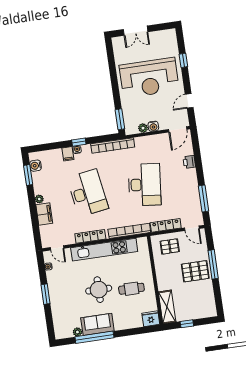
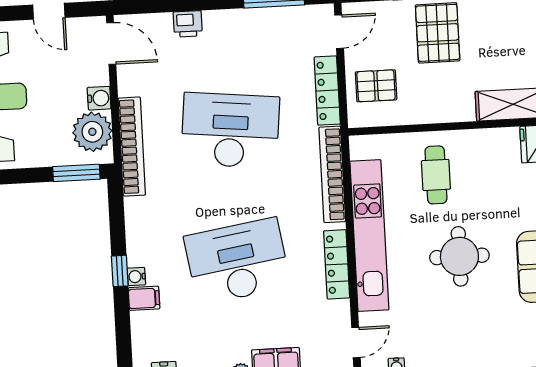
plant: (143, 128) -> (92, 132), width x1.88, depth x1.88
bookcase: (113, 145) -> (132, 147), moved
pallet: (170, 246) -> (376, 86), turned 90
cafe table: (131, 289) -> (436, 175), moved

